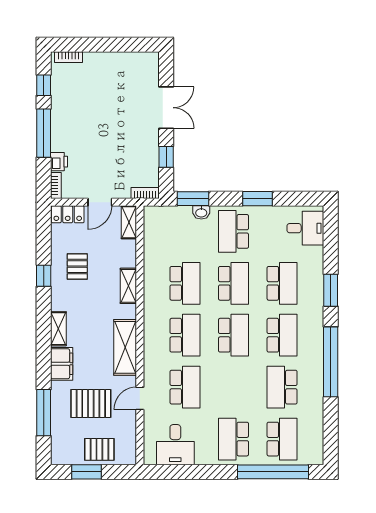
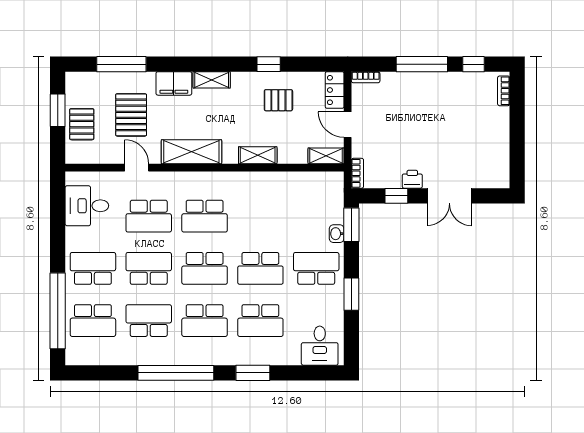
printer: (59, 162) -> (412, 179), moved, turned 180
school desk: (185, 283) -> (149, 268), moved, turned 180

